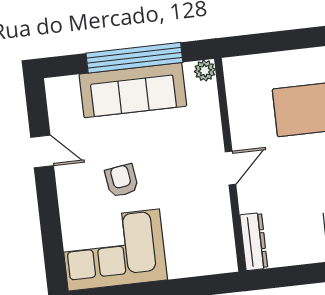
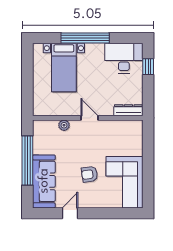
plant: (205, 71) -> (64, 125), moved
sofa: (133, 90) -> (44, 181), moved

